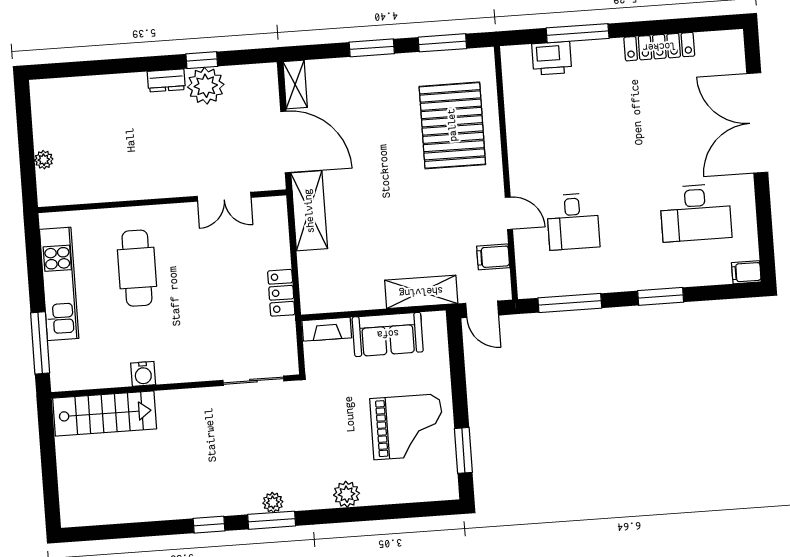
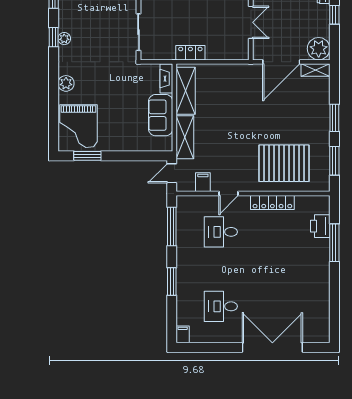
locker: (659, 47) -> (272, 203), moved, turned -90
plant: (206, 86) -> (319, 49), moved
double door: (224, 197) -> (251, 22), swing flipped
shelving: (309, 211) -> (186, 91), moved, turned 90
desk: (696, 213) -> (221, 306), width x0.73
grand piano: (407, 427) -> (78, 126), moved
window: (272, 520) -> (54, 37), width x0.67

